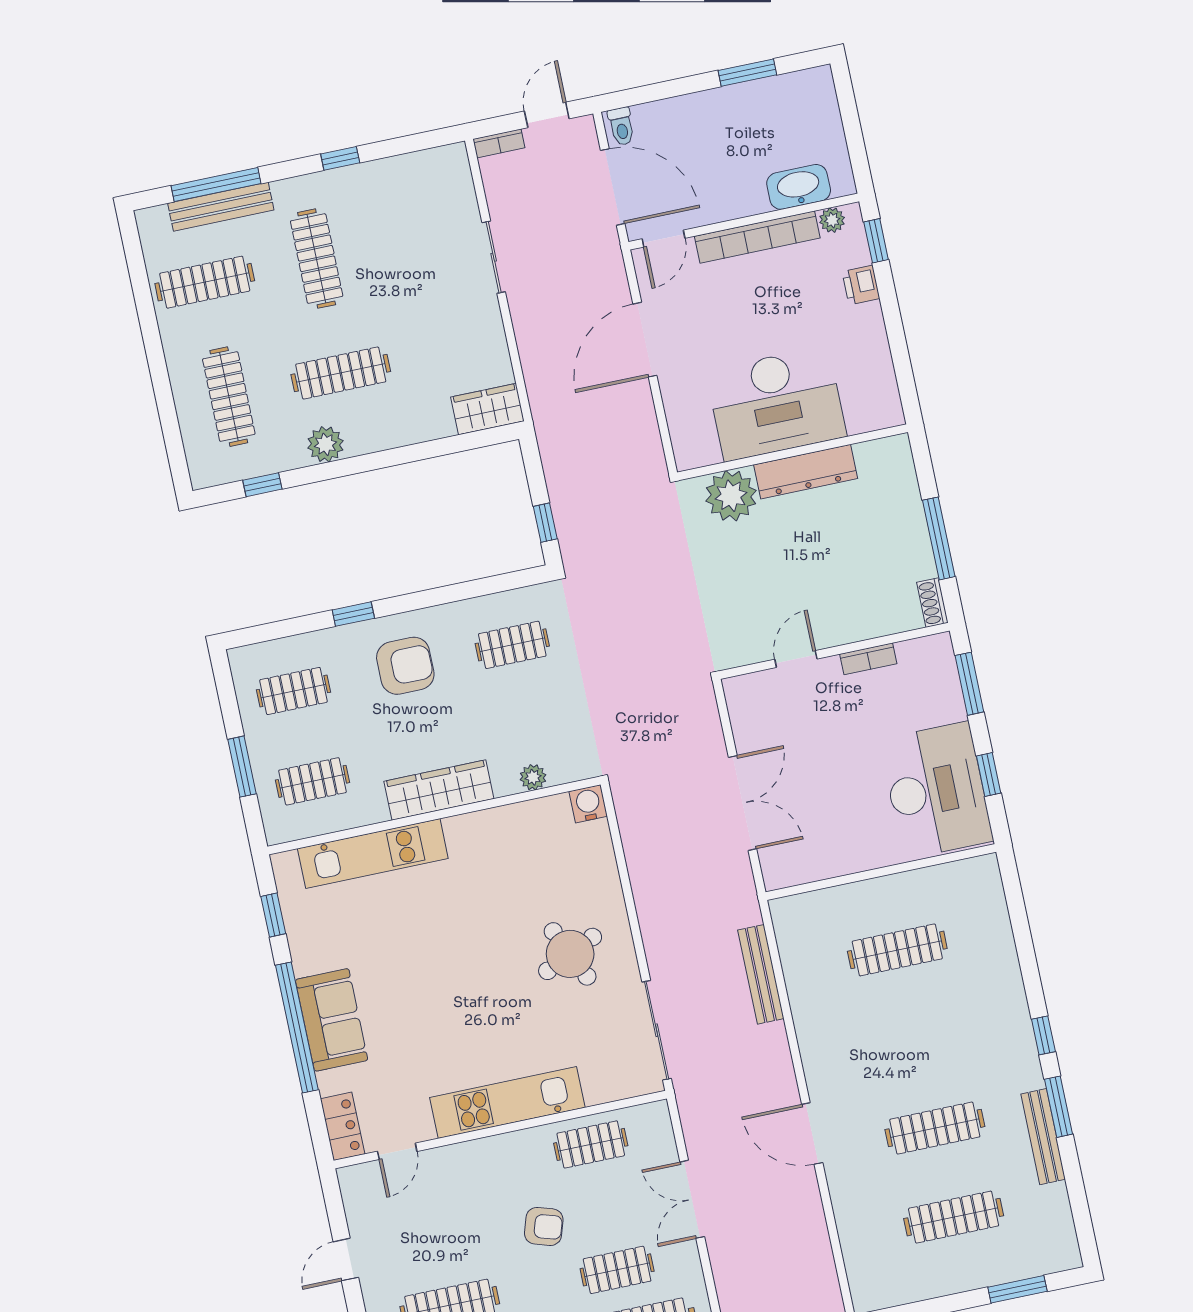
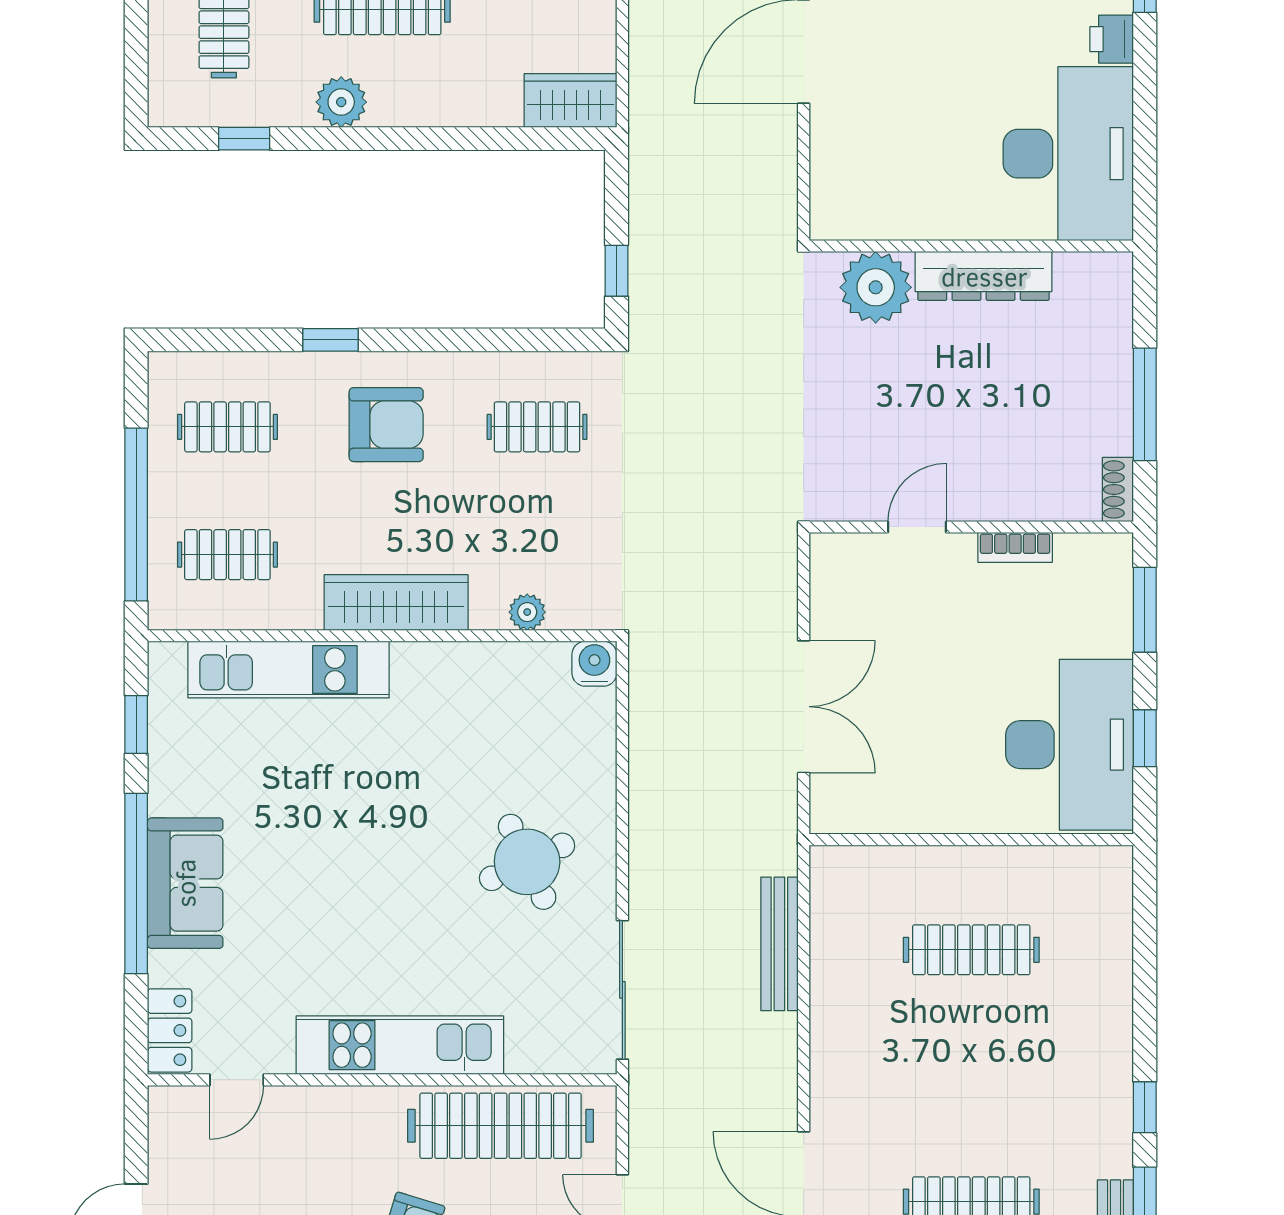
desk: (776, 404) -> (1068, 154), moved, turned -90
window: (242, 767) -> (136, 515), width x2.11
clothes rail: (591, 1144) -> (501, 1126), width x1.86, depth x1.31

